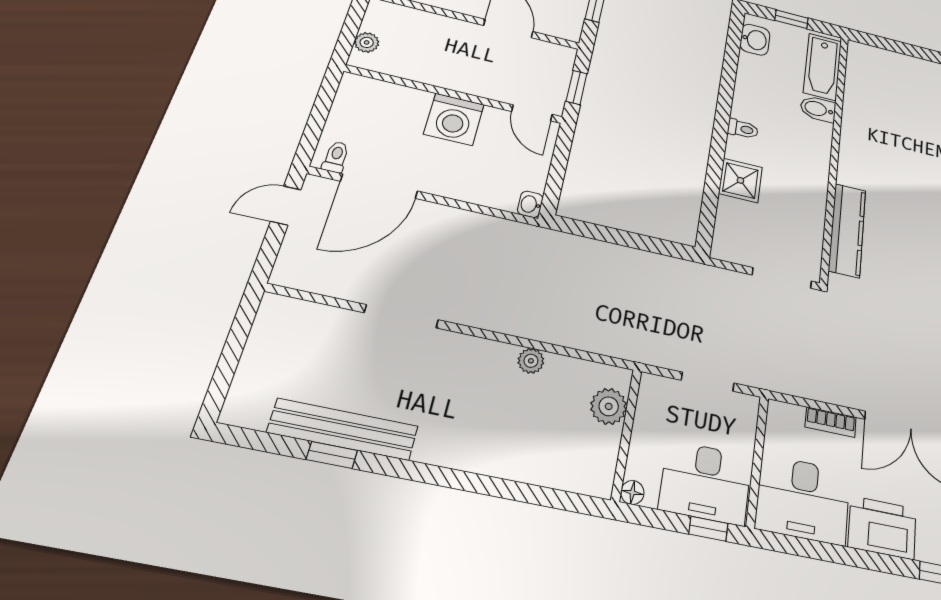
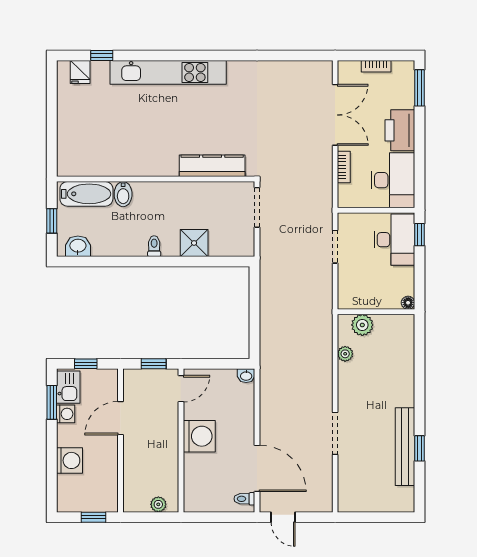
plant: (609, 406) -> (362, 325), moved
wall: (627, 434) -> (376, 312), moved
floor lamp: (632, 492) -> (408, 303), moved

